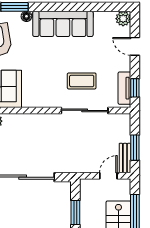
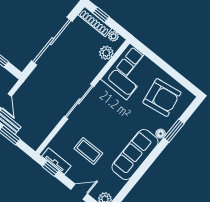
coffee table: (82, 81) -> (88, 151), moved, turned 90
sliding door: (85, 110) -> (79, 101), moved

